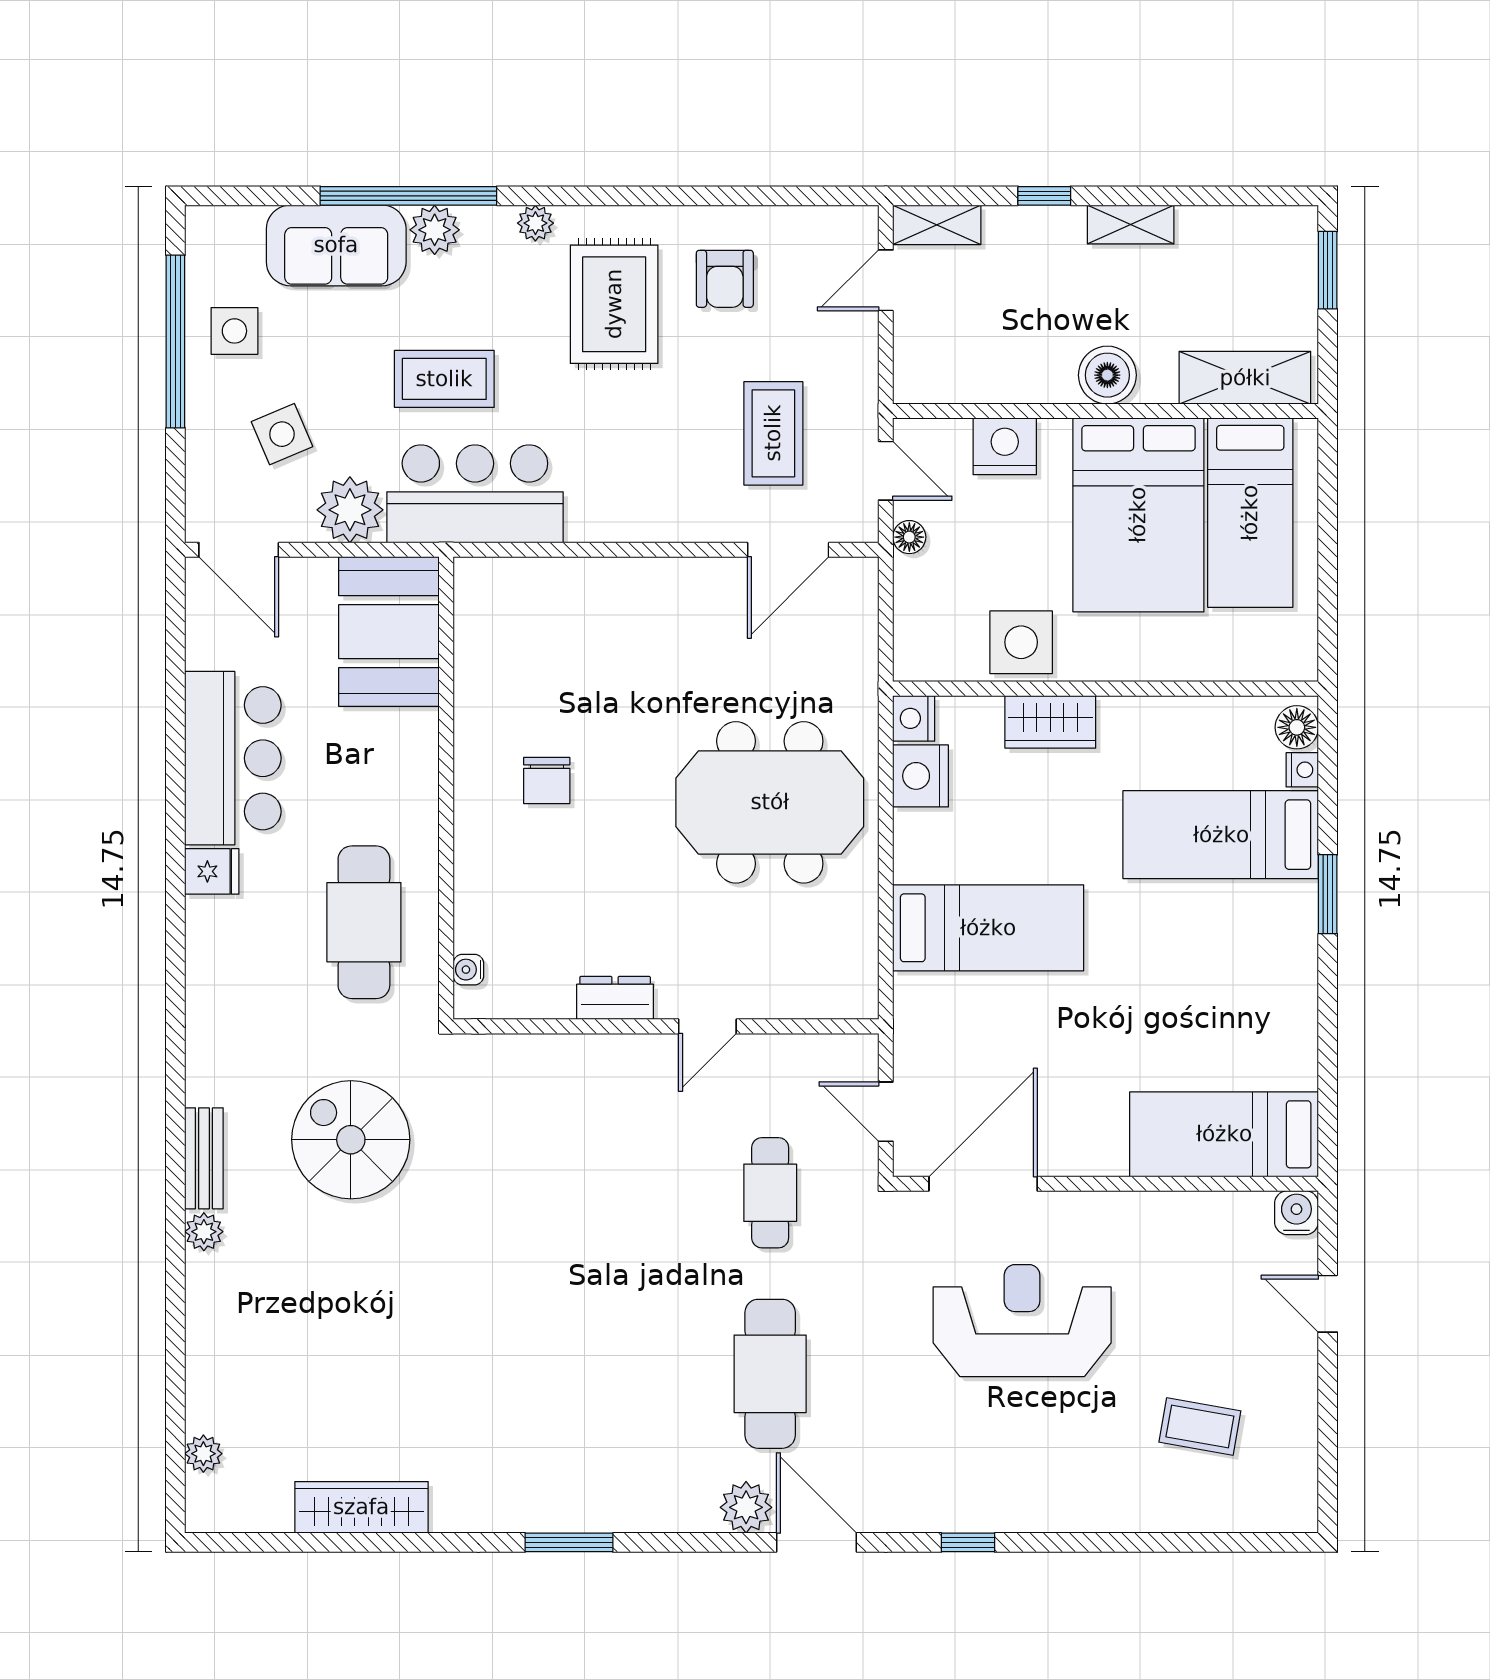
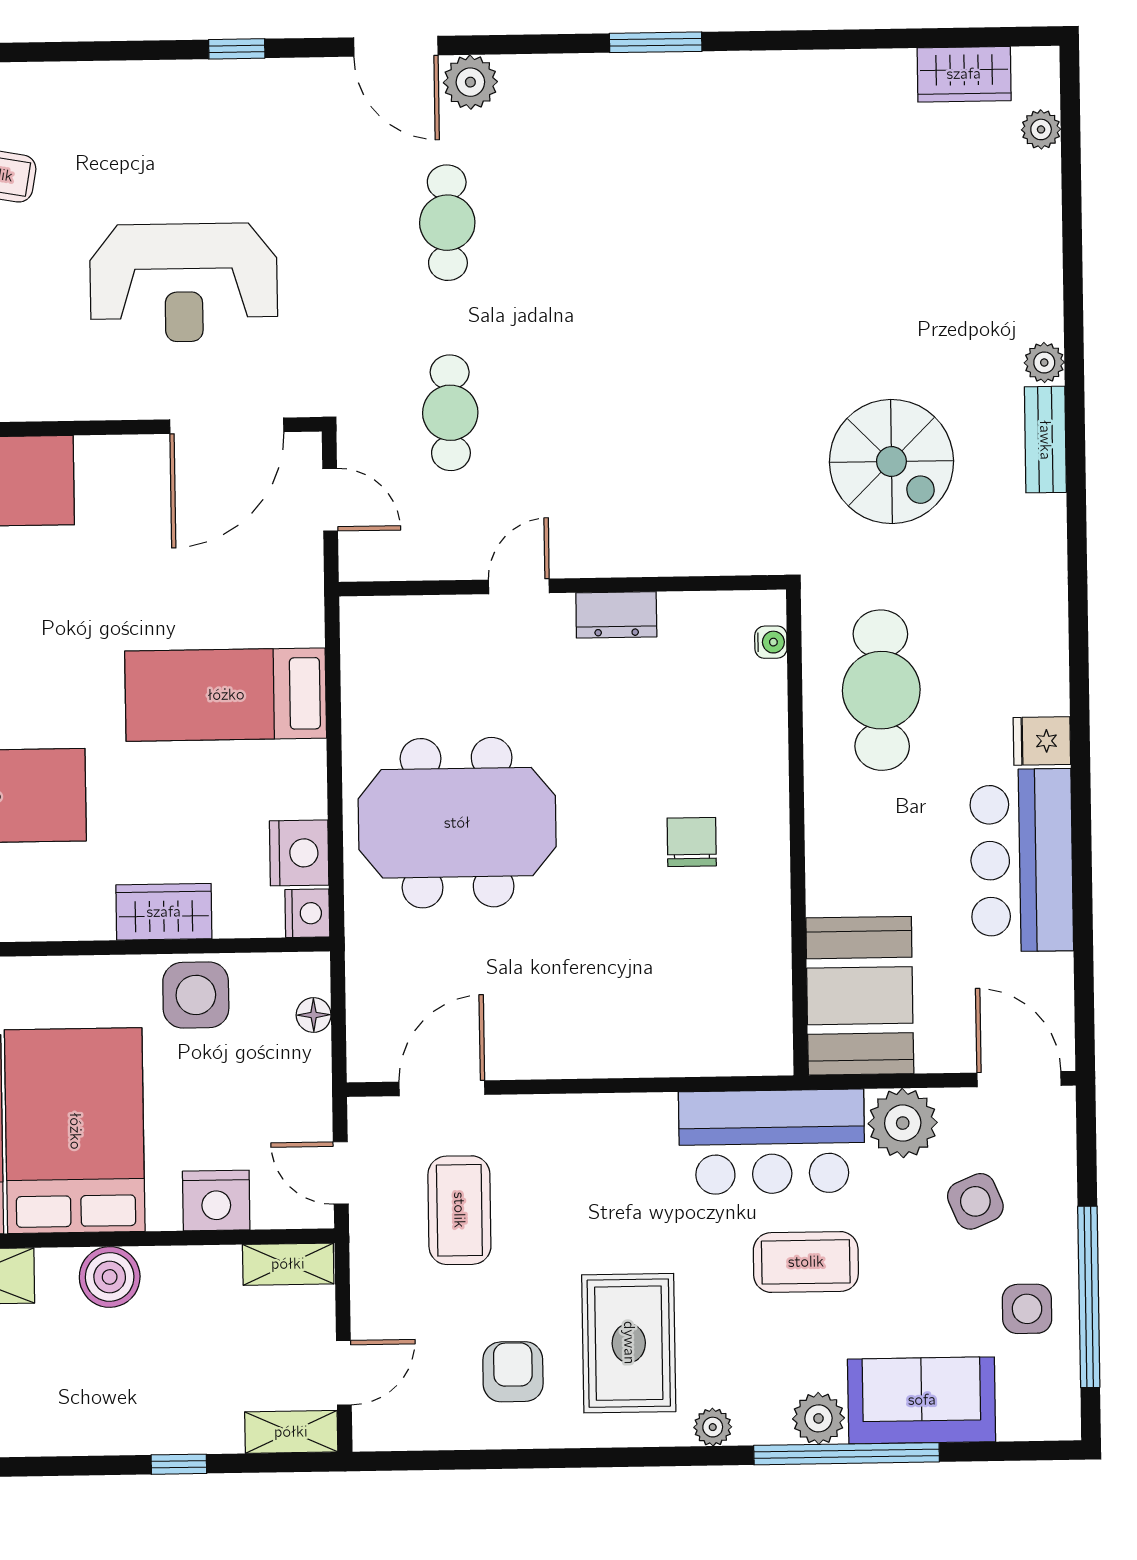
shelving: (1131, 224) -> (288, 1264), moved
floor lamp: (909, 537) -> (314, 1015), moved
cafe table: (770, 1374) -> (447, 223), width x0.73, depth x0.74
wardrobe: (361, 1507) -> (964, 74), moved, width x0.67

